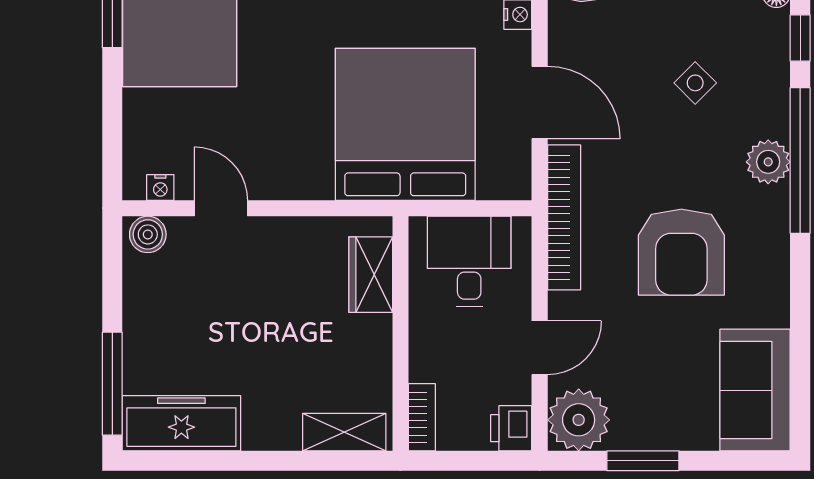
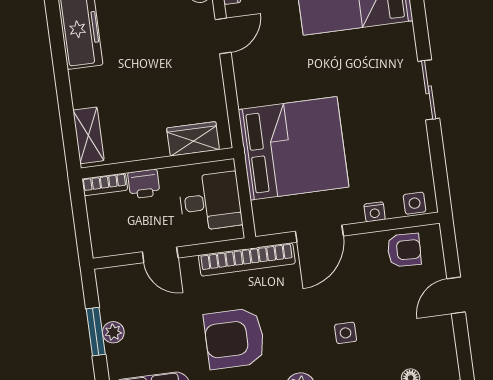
side table: (695, 83) -> (346, 333), turned 45
plant: (579, 420) -> (113, 332), moved, width x0.53, depth x0.53
printer: (511, 428) -> (144, 184), moved, turned 180

